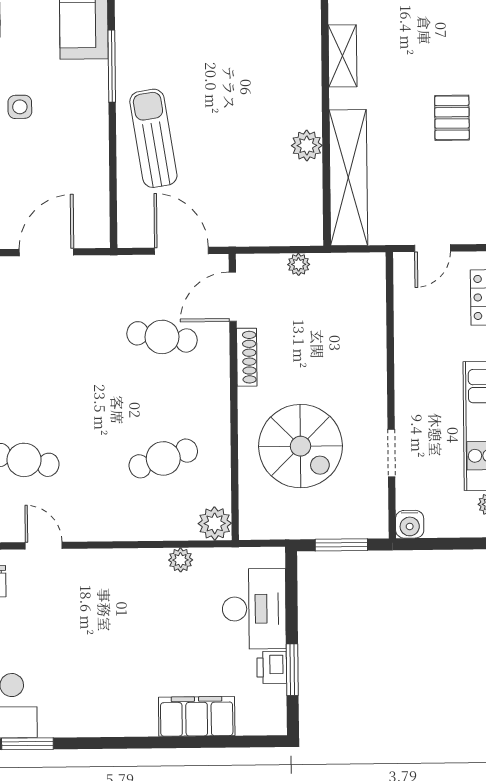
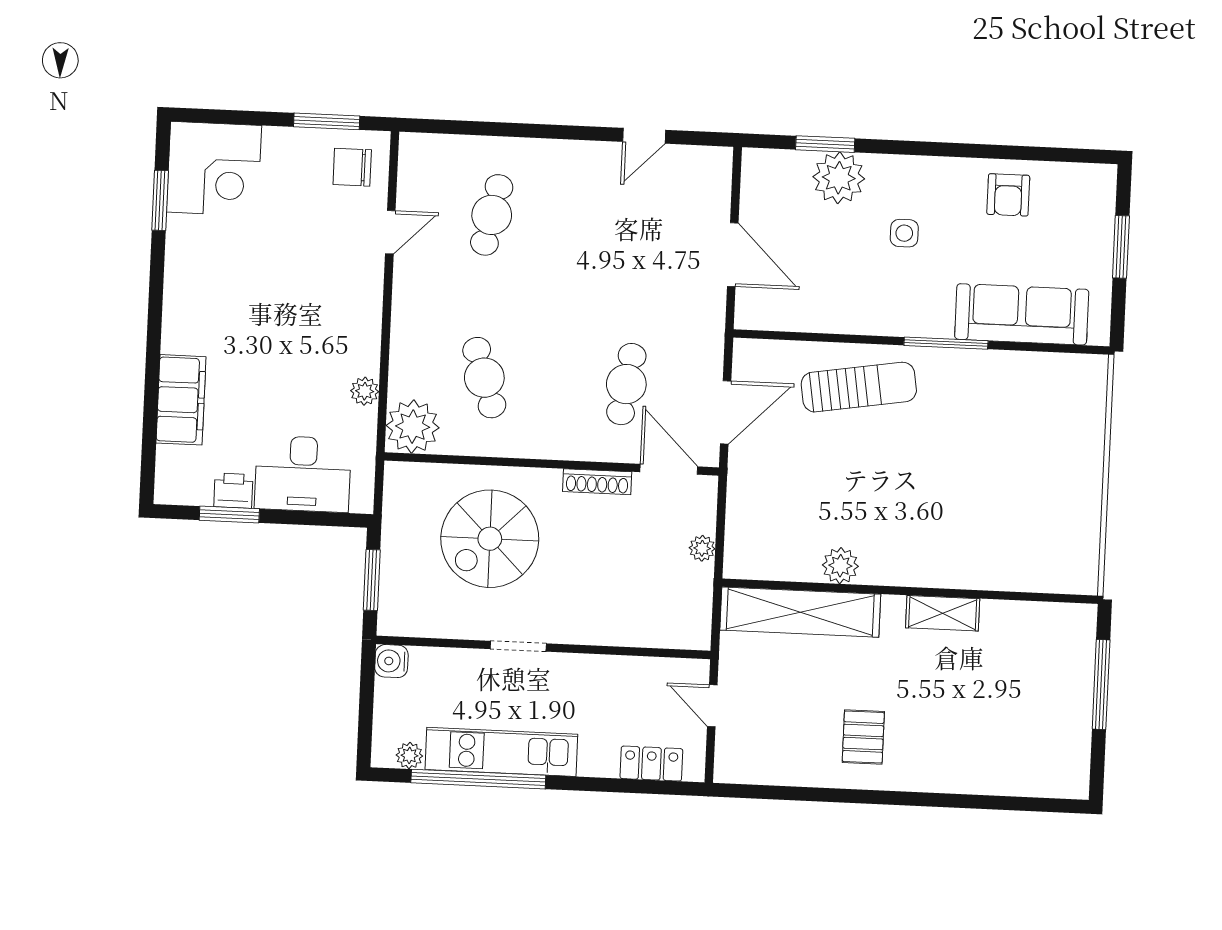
pallet: (452, 118) -> (863, 737), turned 90
doorway: (391, 453) -> (518, 646), moved
plant: (215, 523) -> (413, 427), width x1.36, depth x1.36

